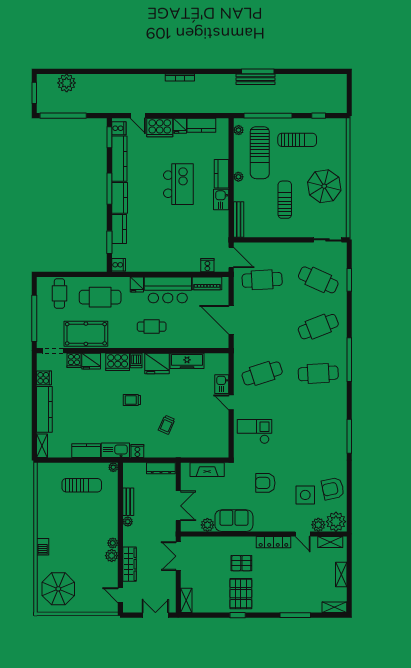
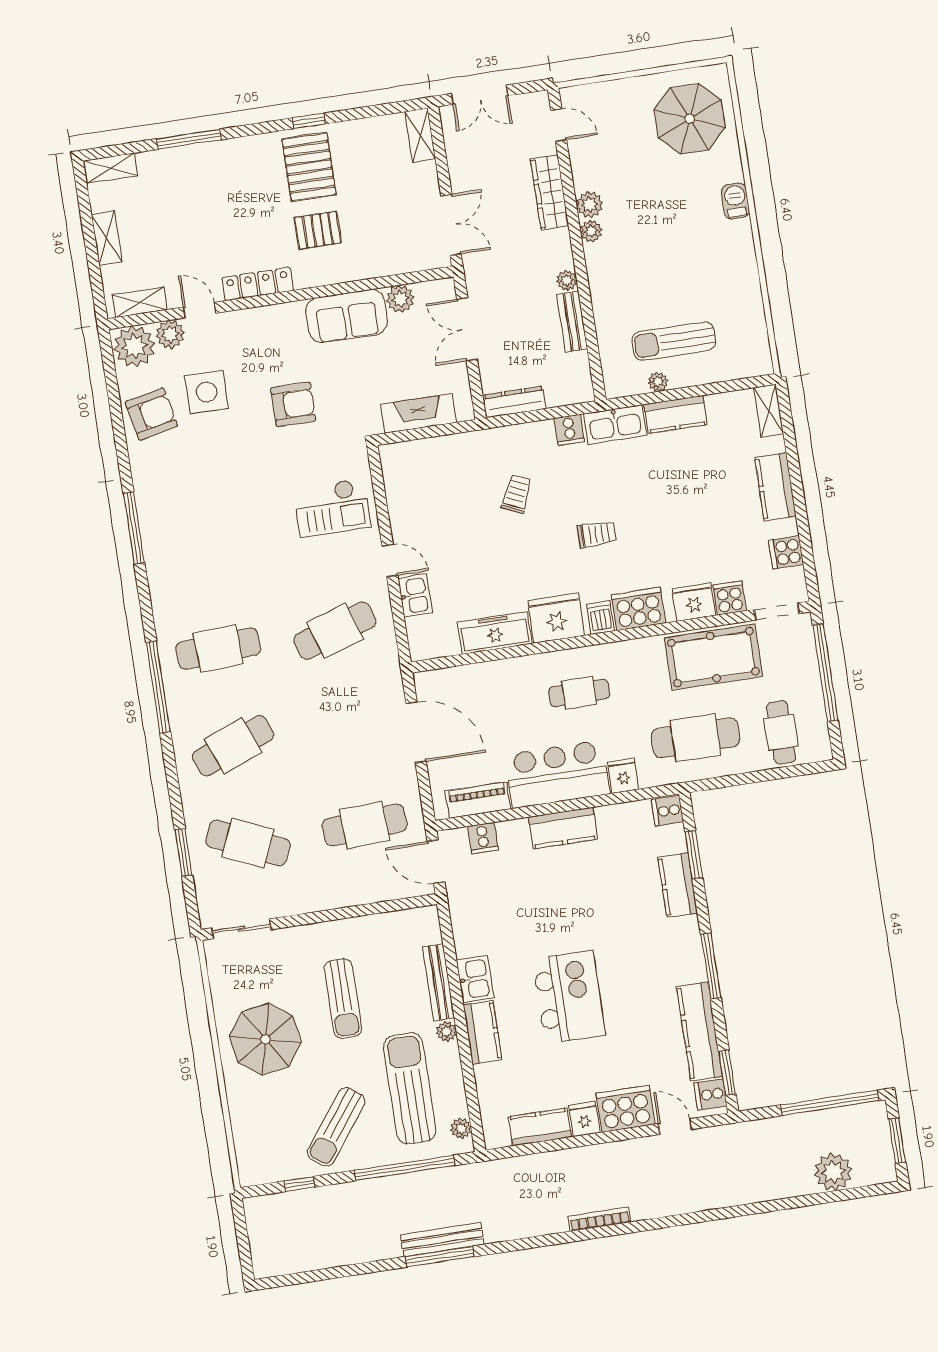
sun lounger: (297, 140) -> (336, 1127), turned -53
kitchen island: (178, 184) -> (569, 997), turned 180
kitchen counter: (120, 198) -> (563, 828), moved, turned -90
bench: (239, 220) -> (439, 982), moved
kitchen counter: (44, 409) -> (775, 487), width x0.67
plant: (113, 467) -> (658, 382), moved

